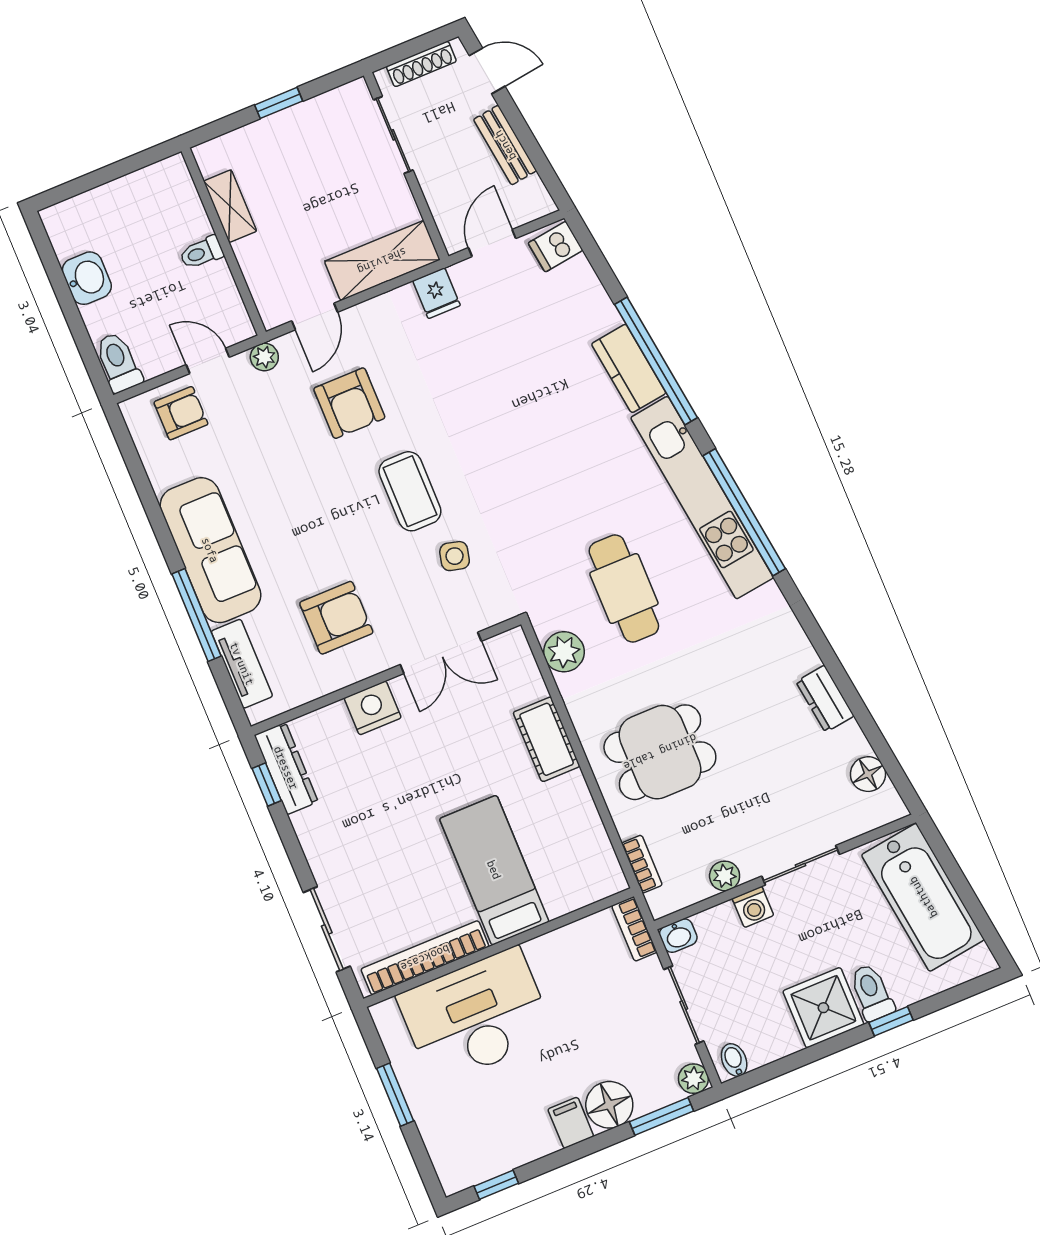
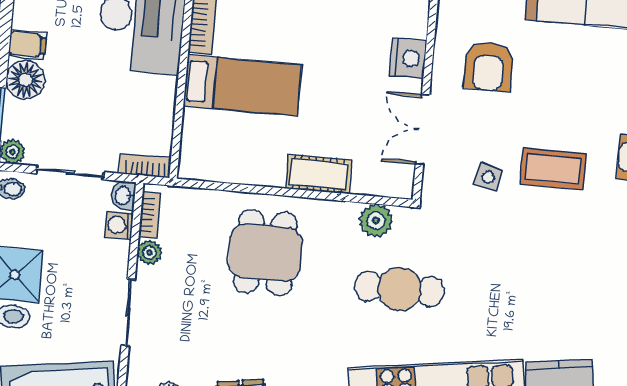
bookcase: (642, 864) -> (150, 215), moved, turned -90
washing machine: (753, 907) -> (119, 225), moved

